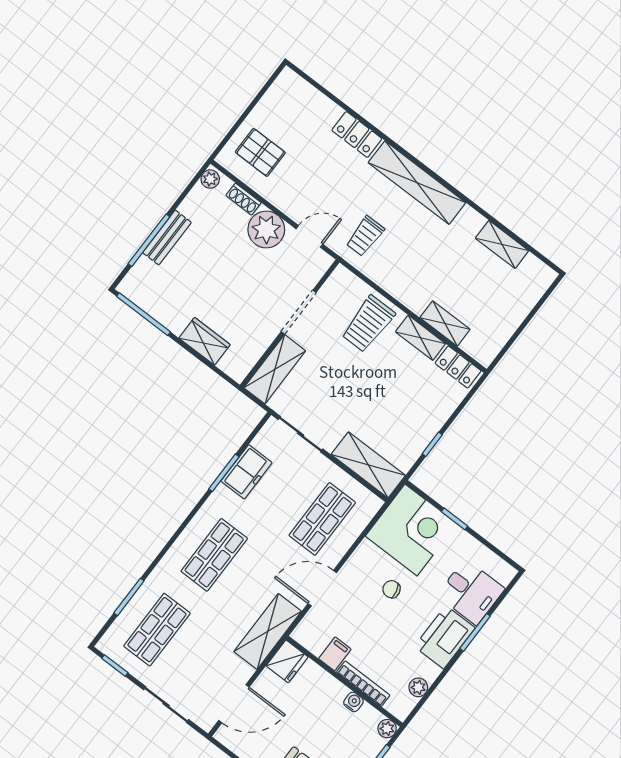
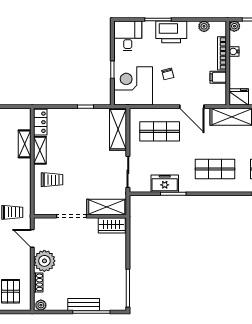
trolley: (368, 324) -> (52, 180), width x0.73, depth x0.72
wardrobe: (205, 341) -> (112, 225), moved, turned -90
desk: (471, 592) -> (128, 36), moved

